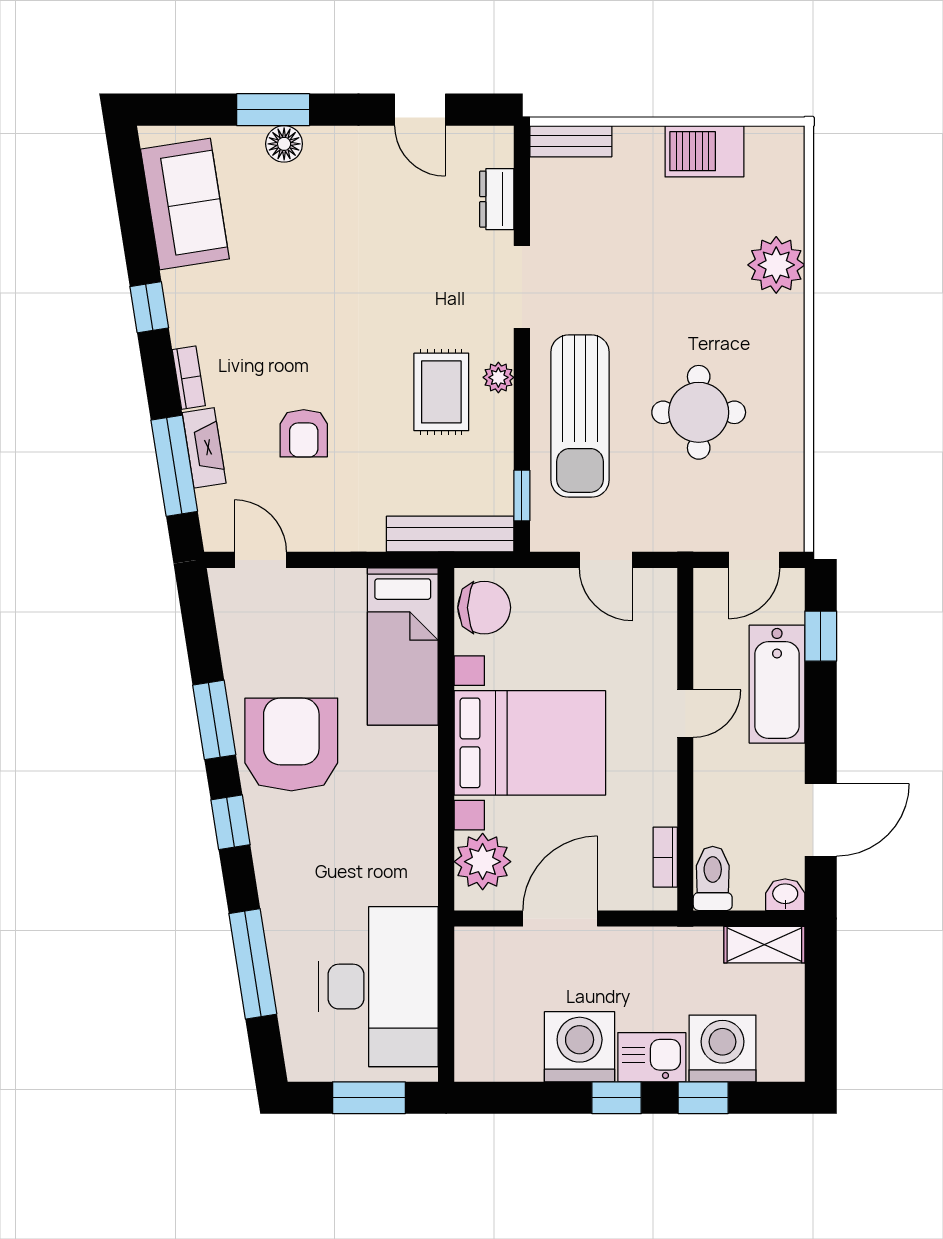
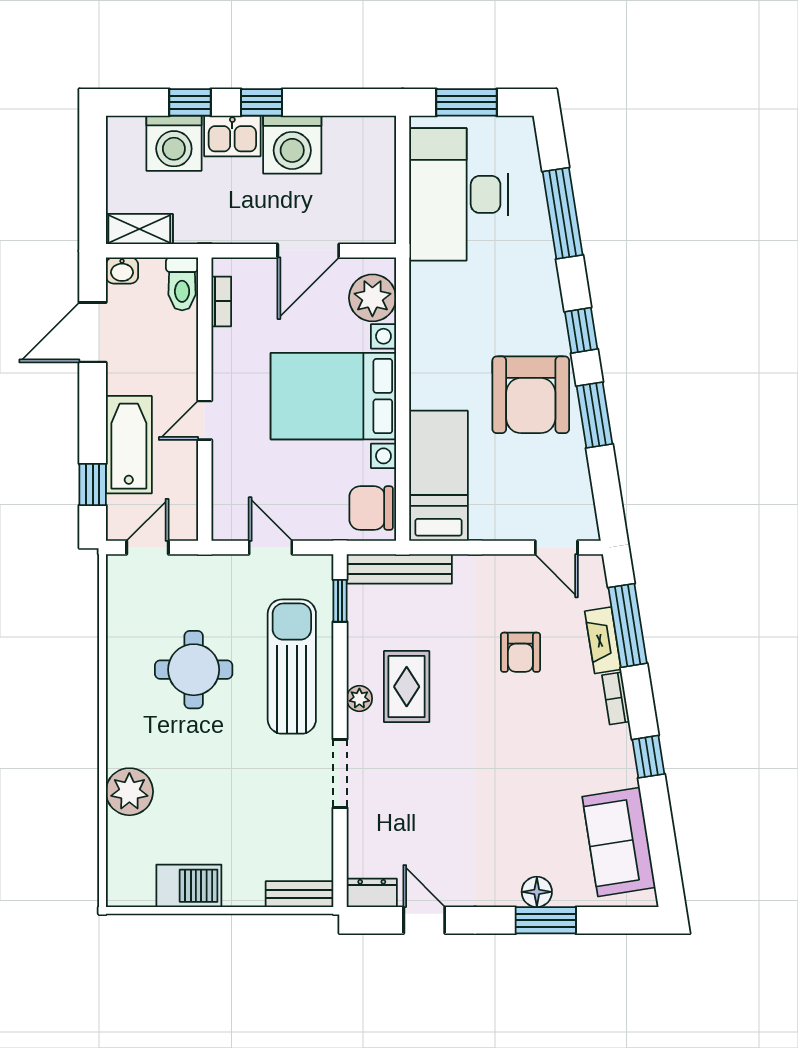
dresser: (497, 199) -> (372, 893), moved, turned -90
armchair: (304, 433) -> (520, 652), turned 180

